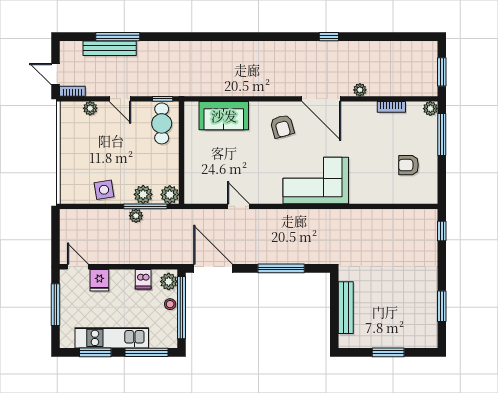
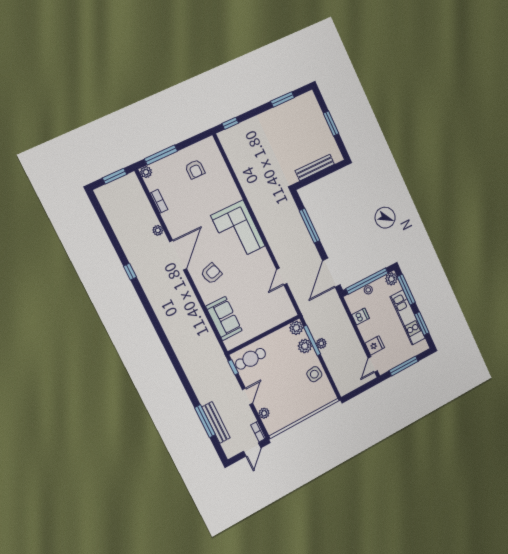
plant: (169, 282) -> (391, 279), moved

